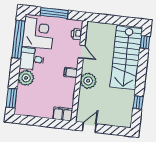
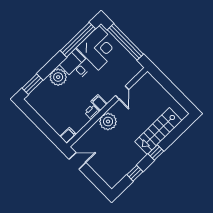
window: (54, 13) -> (125, 42), width x1.46
printer: (76, 34) -> (92, 112), moved
window: (145, 42) -> (156, 153), moved
stairs: (126, 58) -> (158, 131), width x0.73, depth x0.66
filing cabinet: (63, 114) -> (68, 135), width x0.50

